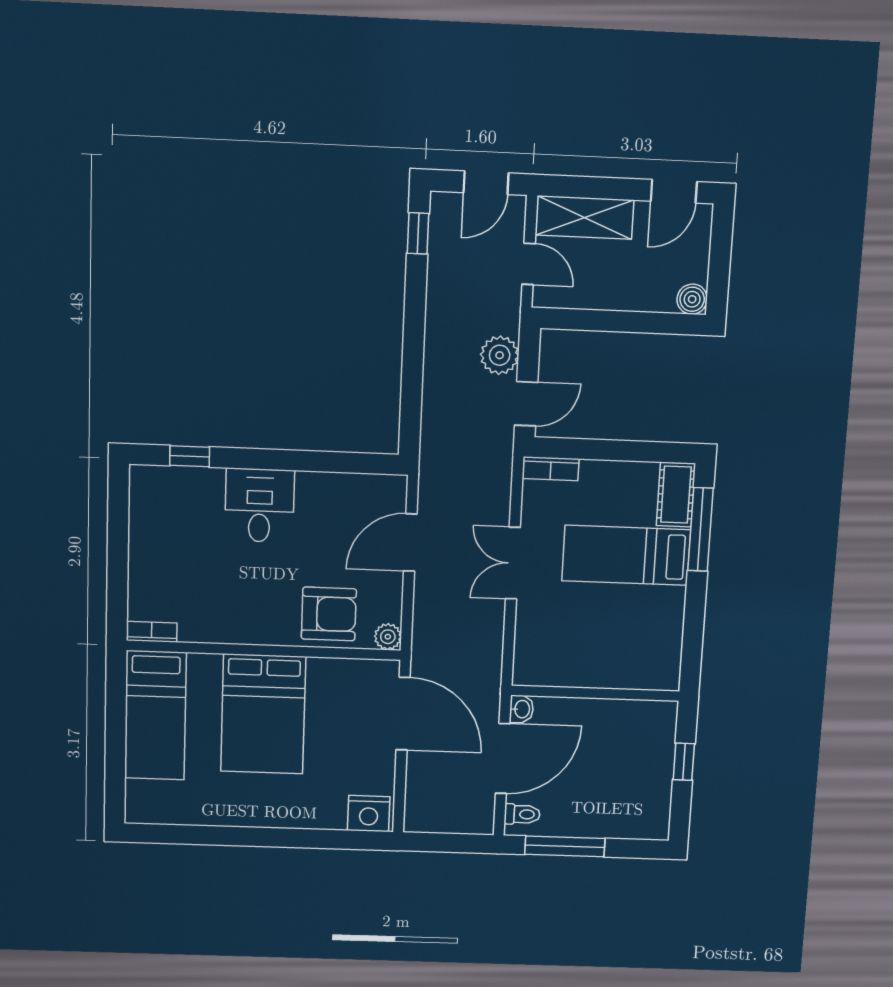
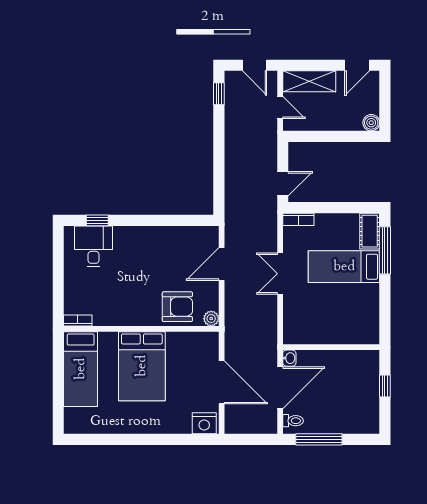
door: (486, 183) -> (255, 65), hinge flipped
plant: (500, 355) -> (267, 158), removed
desk: (260, 505) -> (94, 246), moved
door: (403, 714) -> (222, 382), moved

